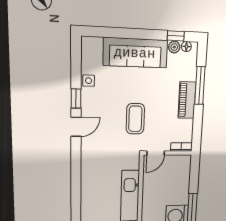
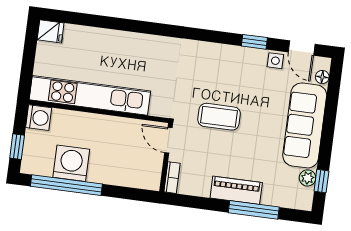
floor lamp: (186, 46) -> (322, 77), moved
door: (76, 127) -> (302, 48), moved

